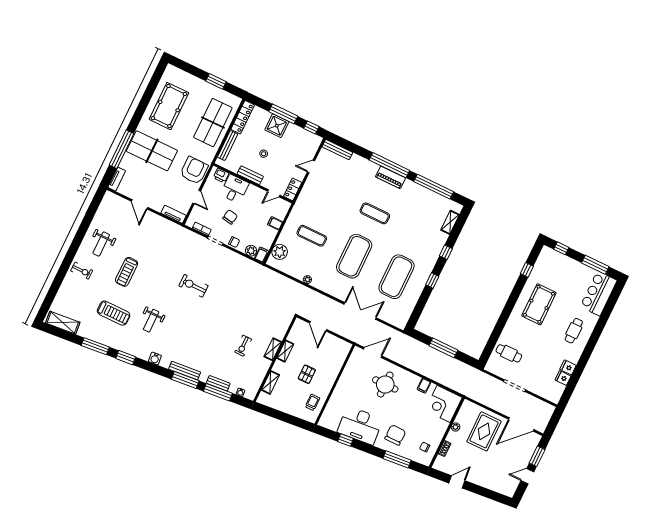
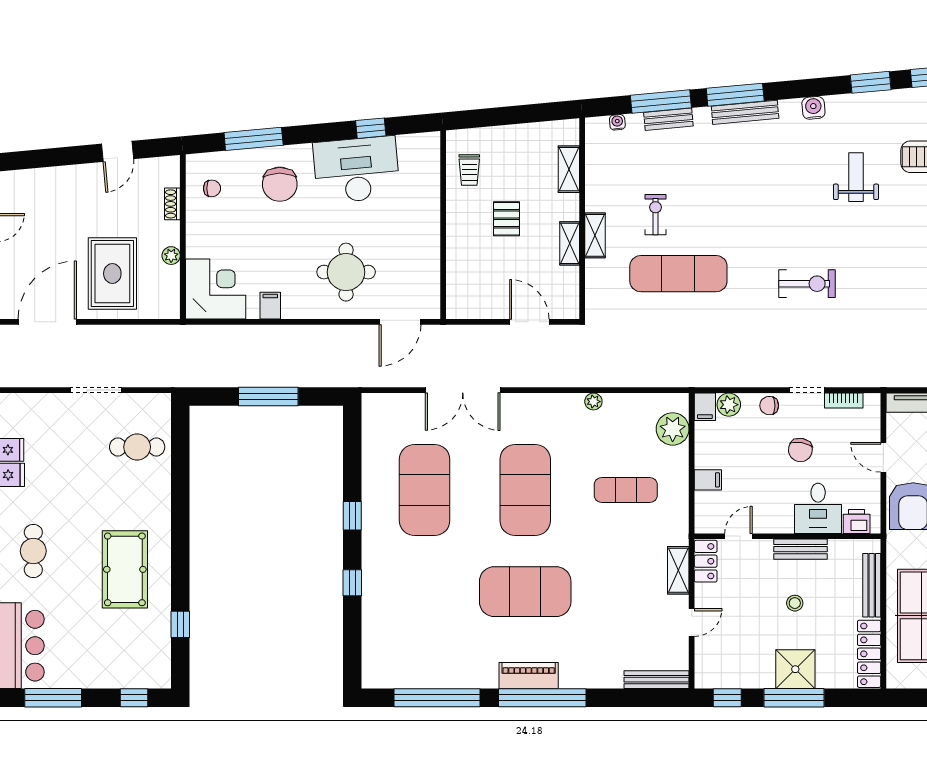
exercise mat: (375, 213) -> (525, 592), width x2.00, depth x1.45
shelving: (450, 222) -> (678, 570), moved
exercise mat: (246, 316) -> (678, 274), added

